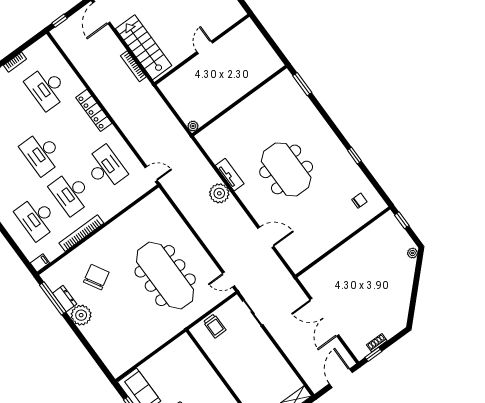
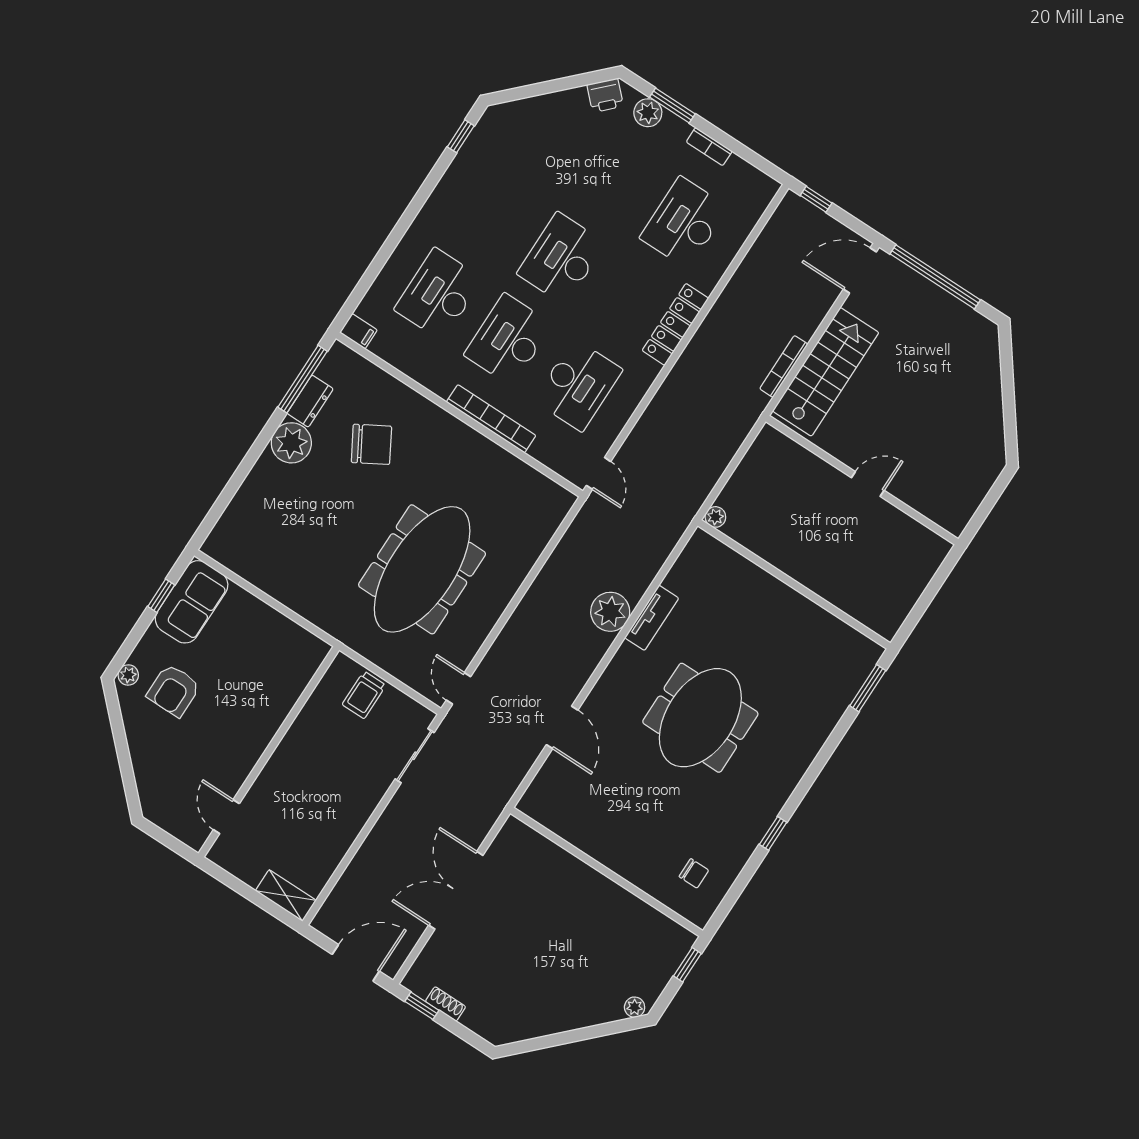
bookcase: (81, 233) -> (491, 419), moved

